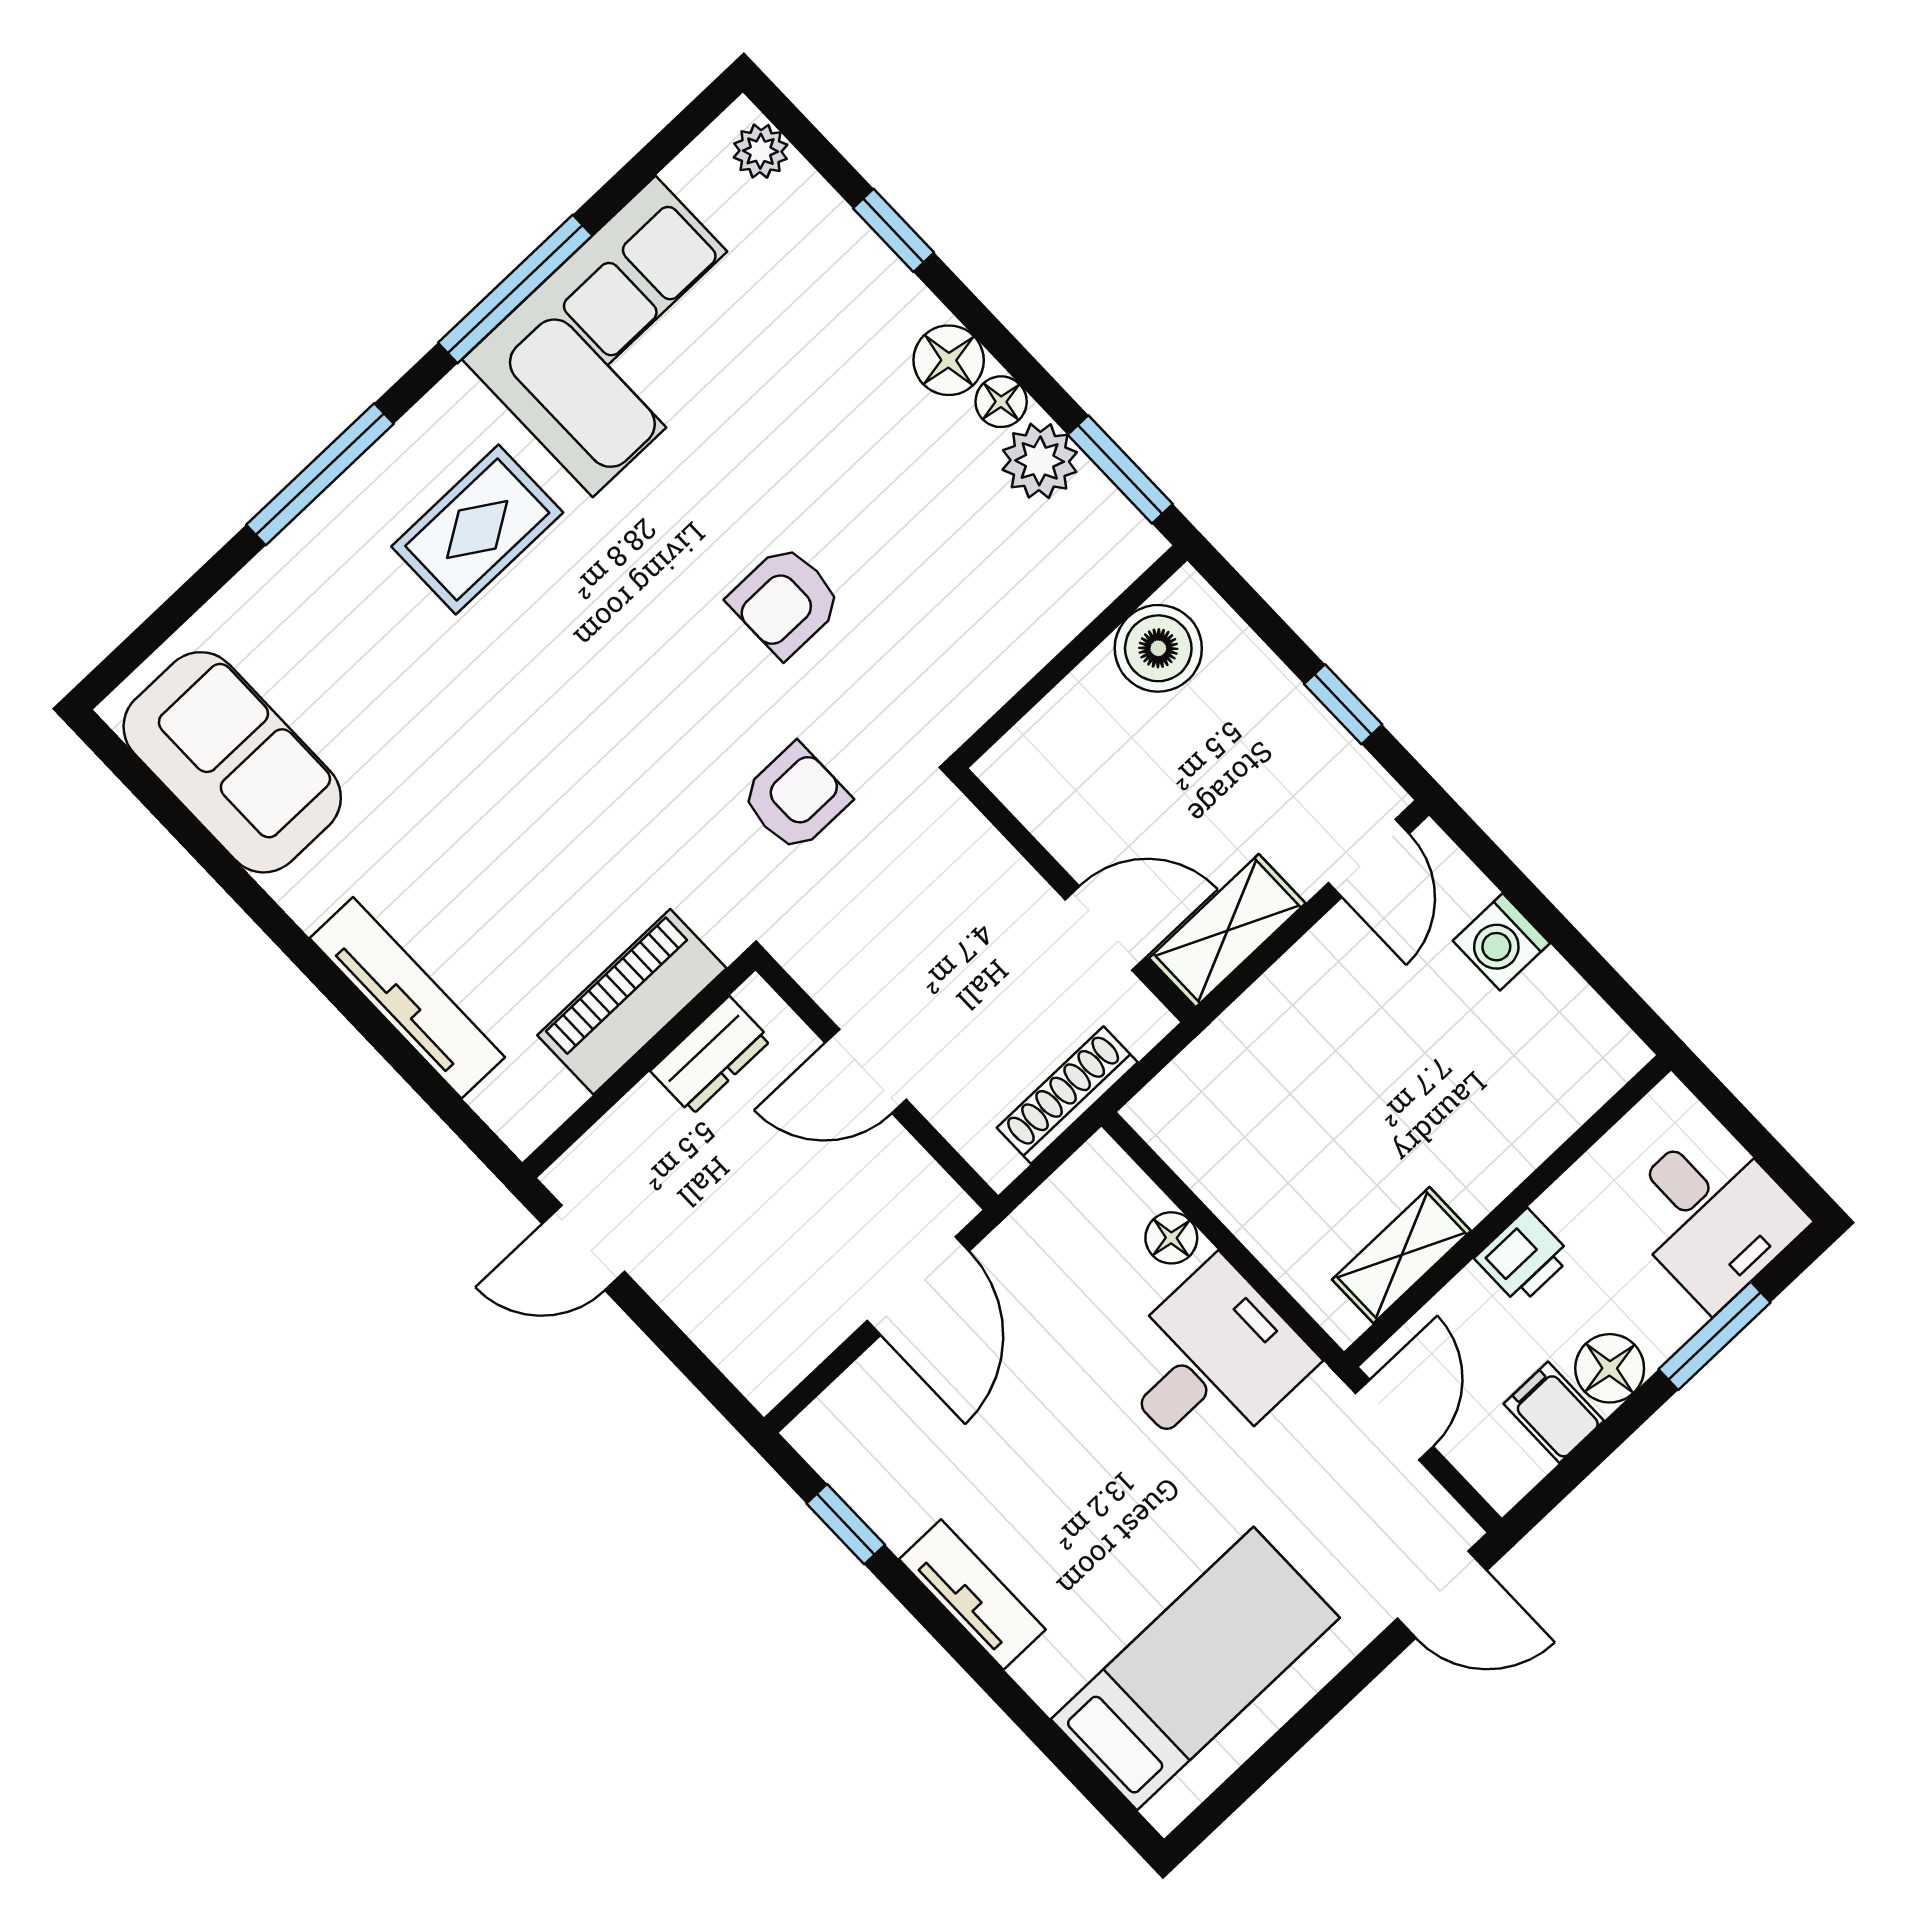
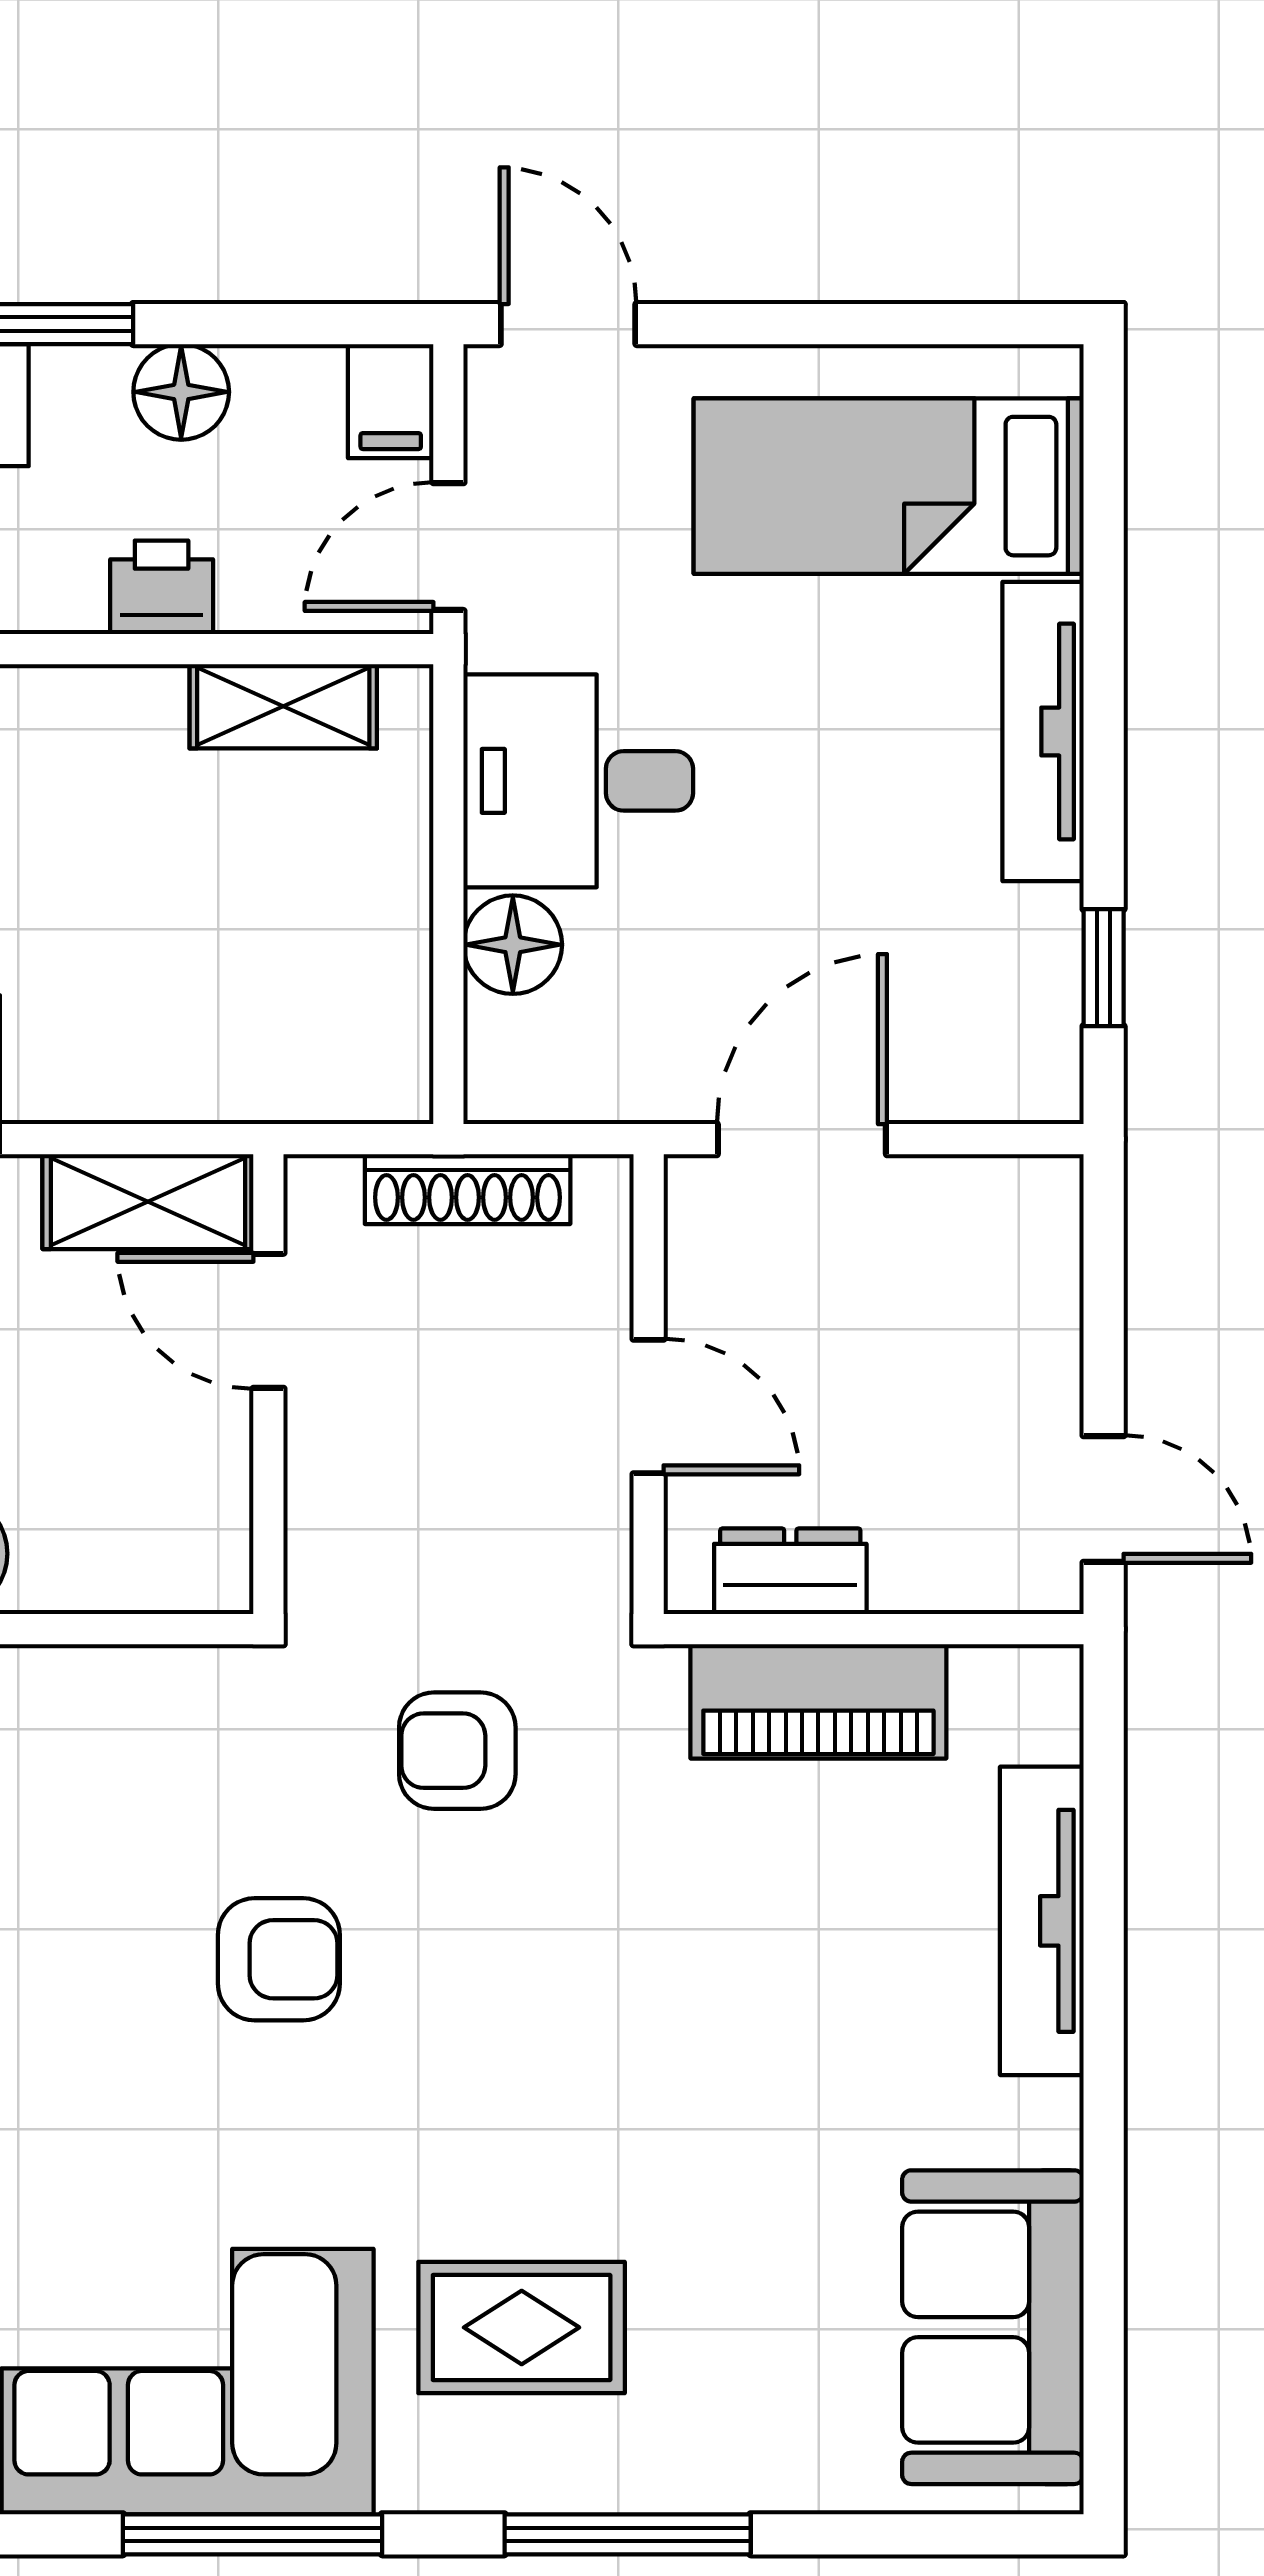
floor lamp: (1171, 1238) -> (513, 945), width x1.37, depth x1.37
filing cabinet: (1554, 1412) -> (391, 401), moved
tv unit: (972, 1594) -> (1043, 731), width x1.41

